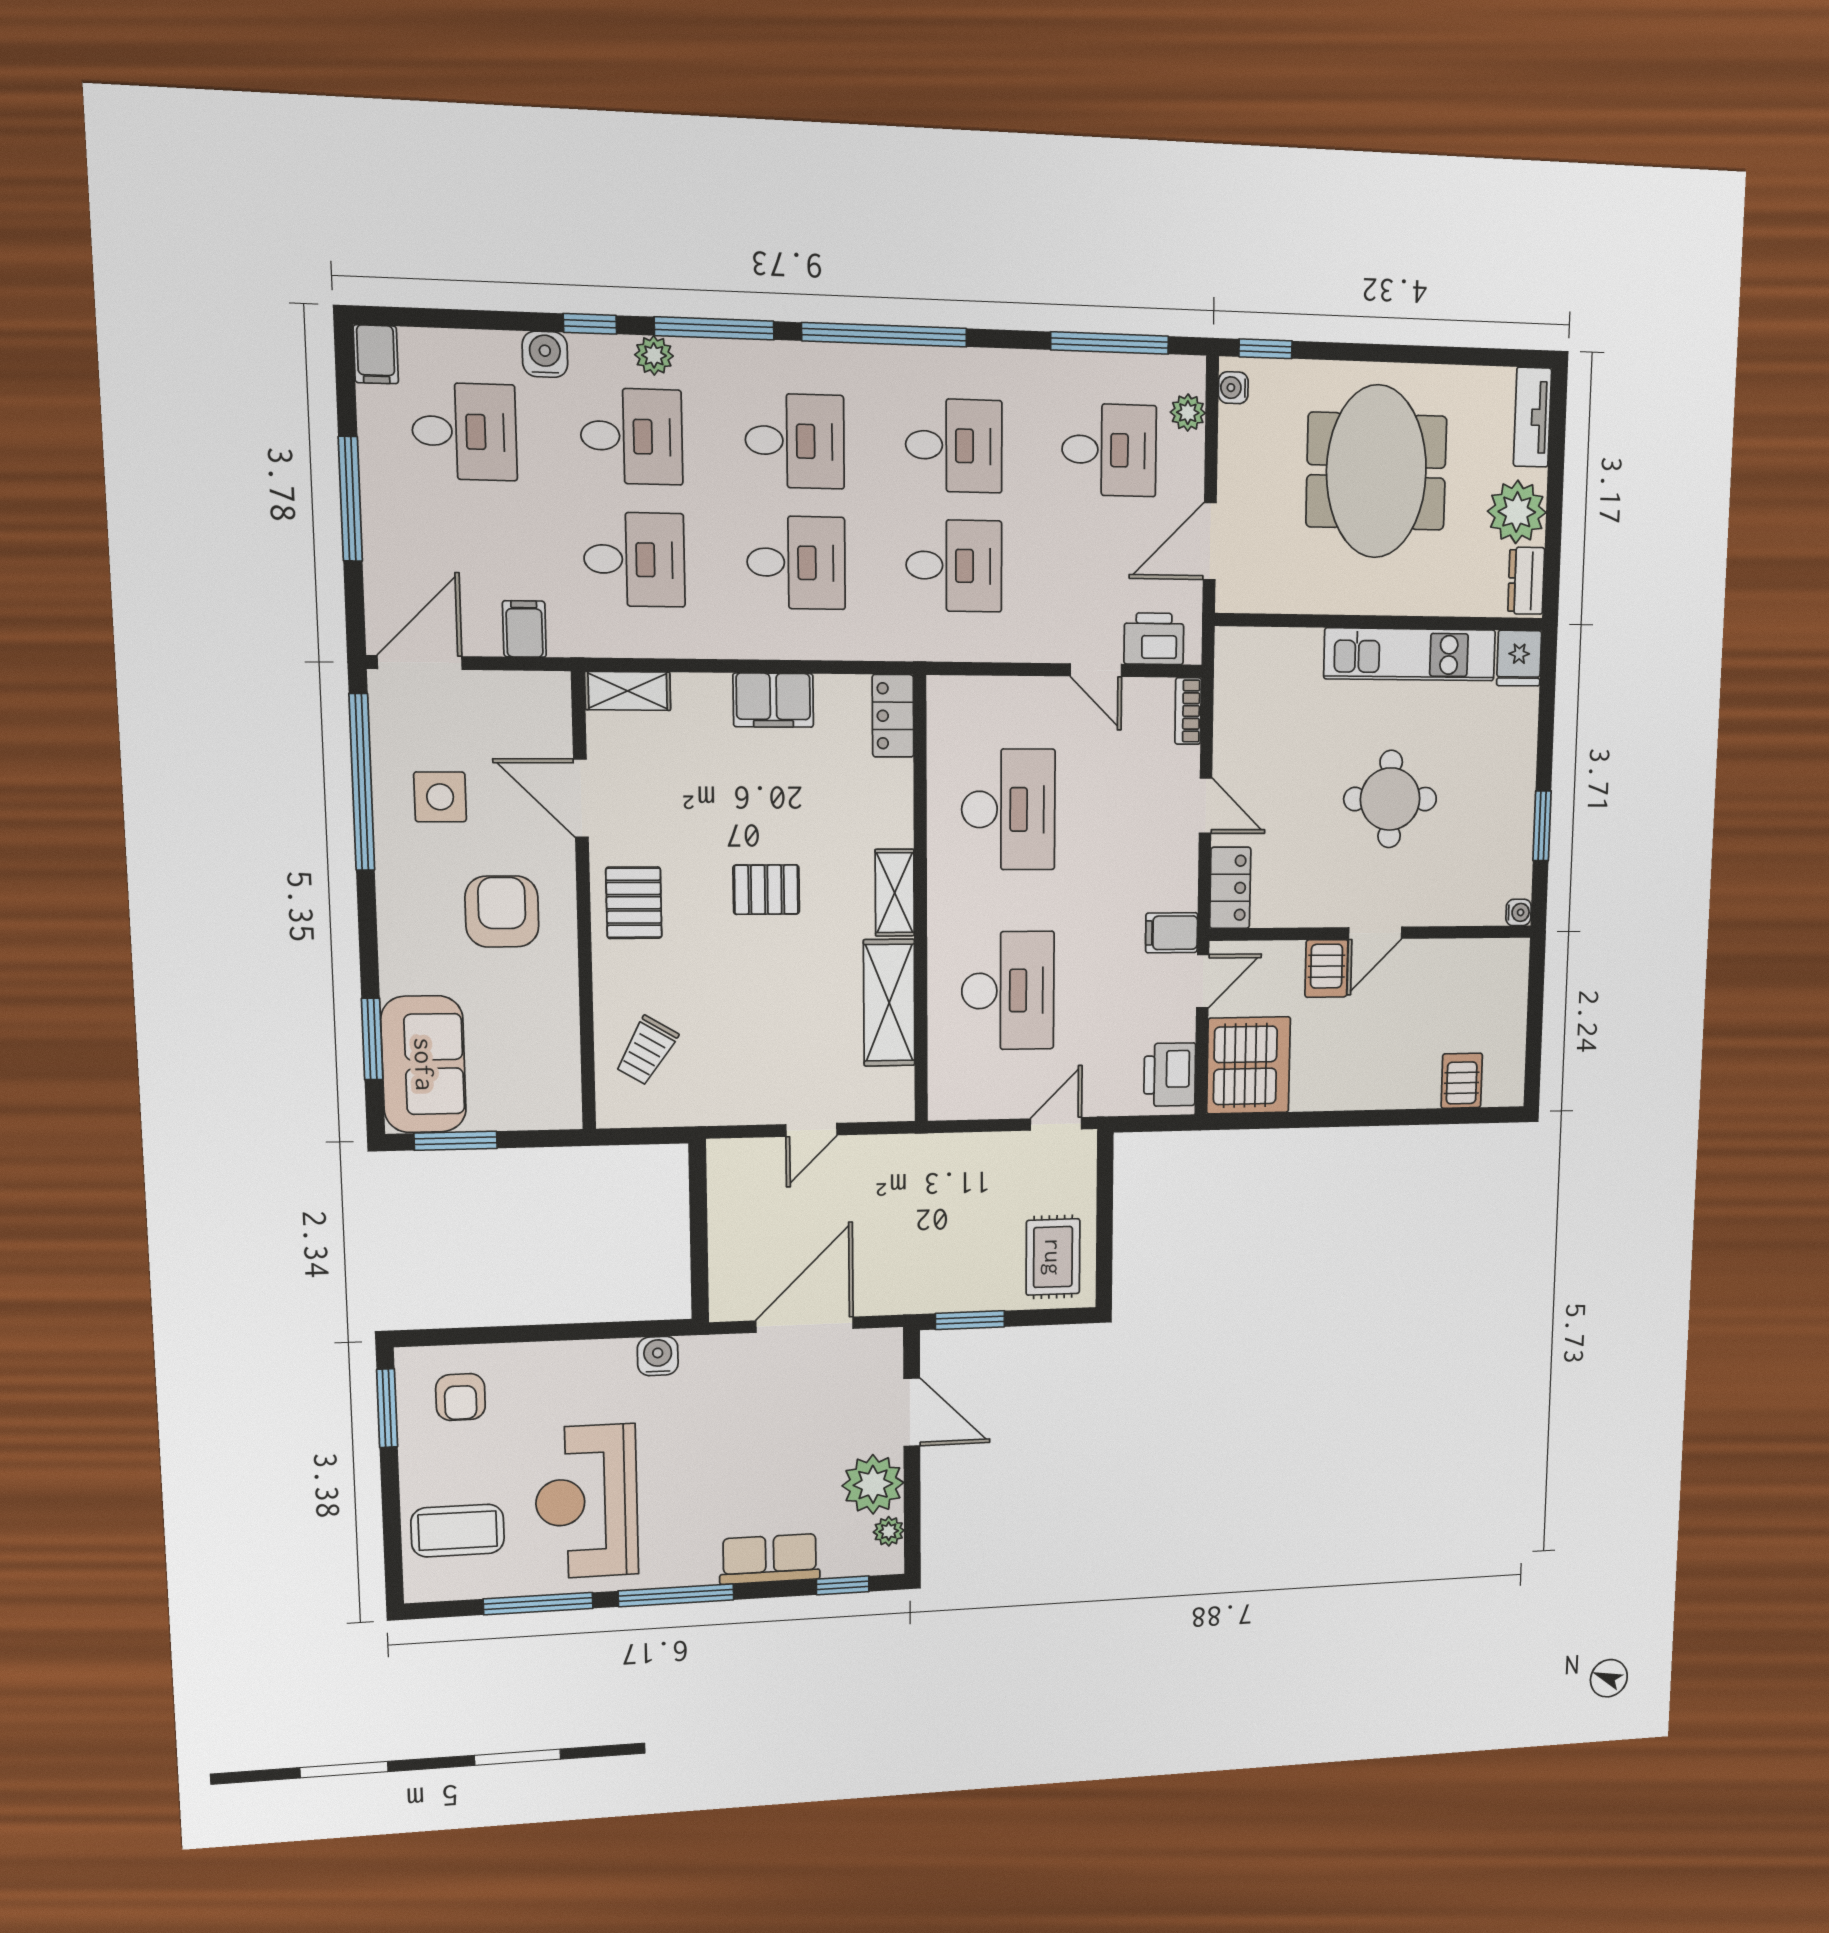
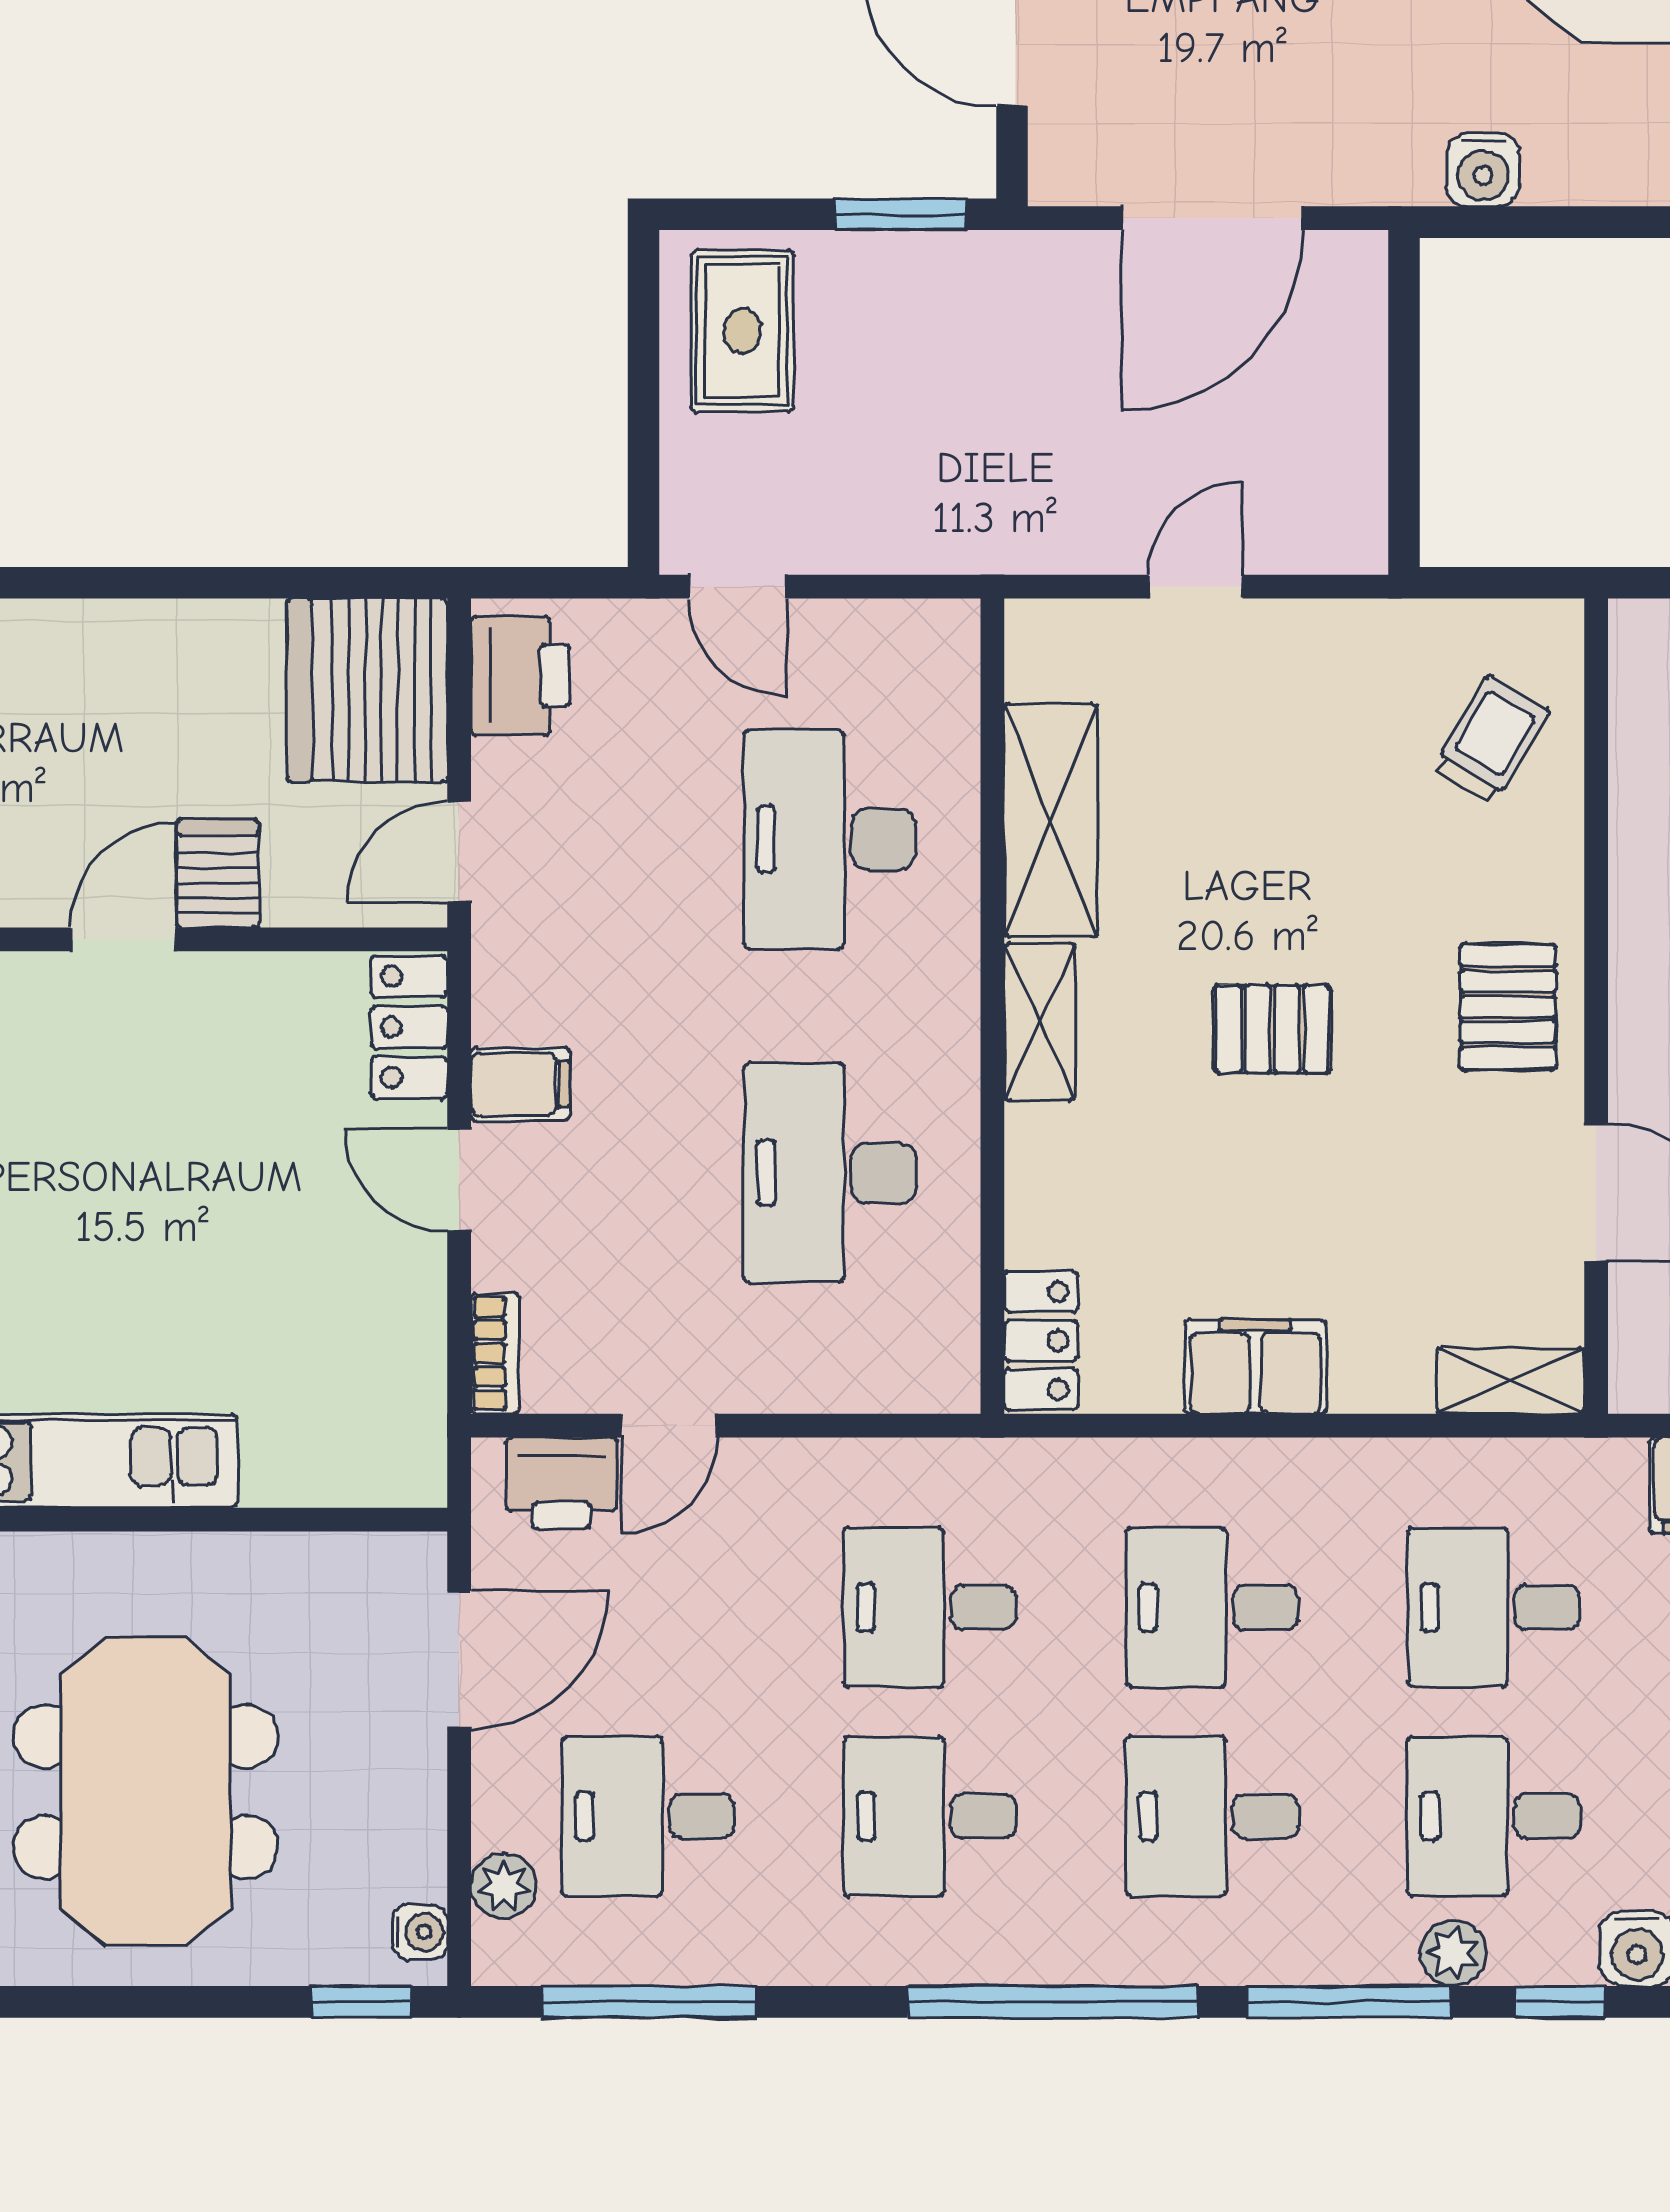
door: (1096, 670) -> (669, 1426), swing flipped
round table: (1390, 799) -> (102, 1192), removed
filing cabinet: (1172, 933) -> (521, 1084), moved
door: (1056, 1124) -> (738, 587), hinge flipped

